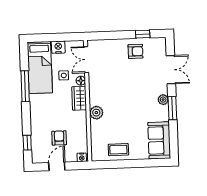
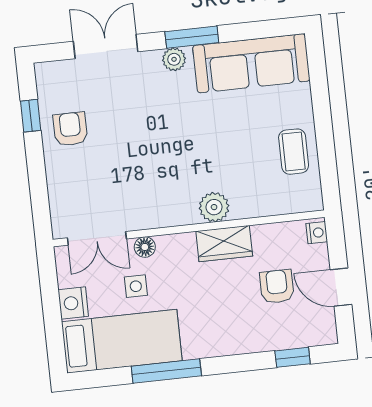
wardrobe: (79, 98) -> (224, 244), moved
armchair: (59, 138) -> (277, 286), turned 90
sofa: (159, 140) -> (251, 63), width x1.36

